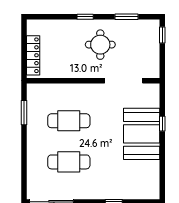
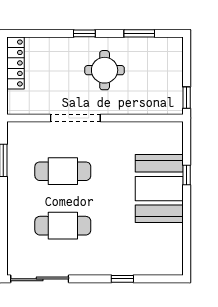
window: (162, 35) -> (187, 98), moved
locker: (33, 55) -> (16, 63), moved
doorway: (124, 81) -> (75, 118), moved

